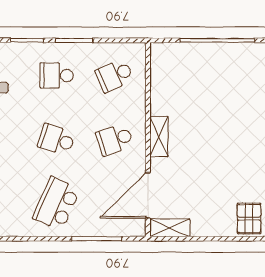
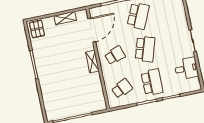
school desk: (57, 75) -> (152, 82), width x1.85
school desk: (57, 140) -> (145, 49), width x1.85
shelving: (170, 228) -> (65, 18), moved

